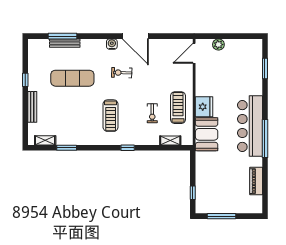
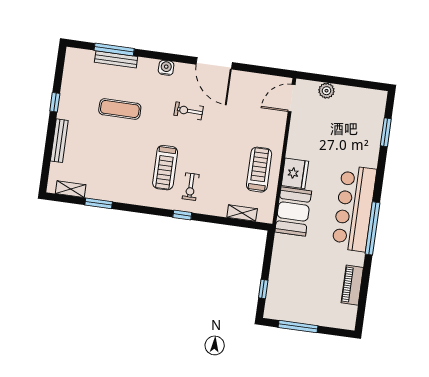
water cooler: (112, 44) -> (166, 68), moved
exercise mat: (72, 78) -> (120, 109), width x0.73, depth x0.69
exercise bike: (152, 113) -> (191, 187), moved

